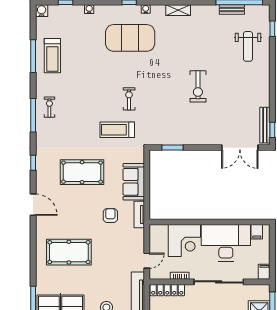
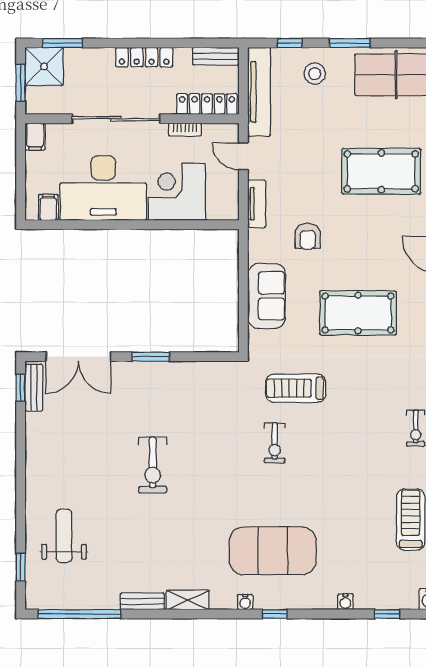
bench: (232, 9) -> (142, 601), moved
exercise bike: (198, 86) -> (153, 465), turned 180
bench: (265, 125) -> (34, 388), width x0.73
treadmill: (117, 130) -> (296, 388), turned 180
window: (172, 148) -> (151, 357), moved
double door: (240, 148) -> (78, 357), swing flipped
tv unit: (139, 215) -> (257, 204), moved
door: (147, 261) -> (243, 156), hinge flipped

